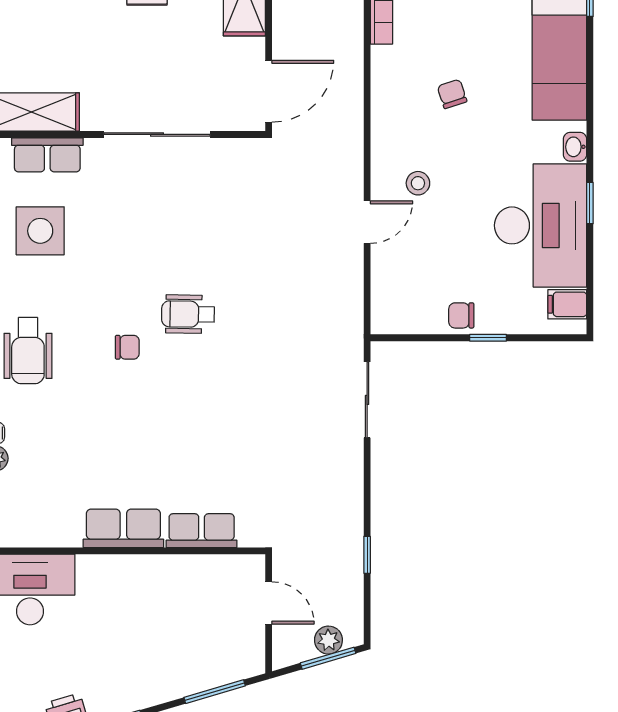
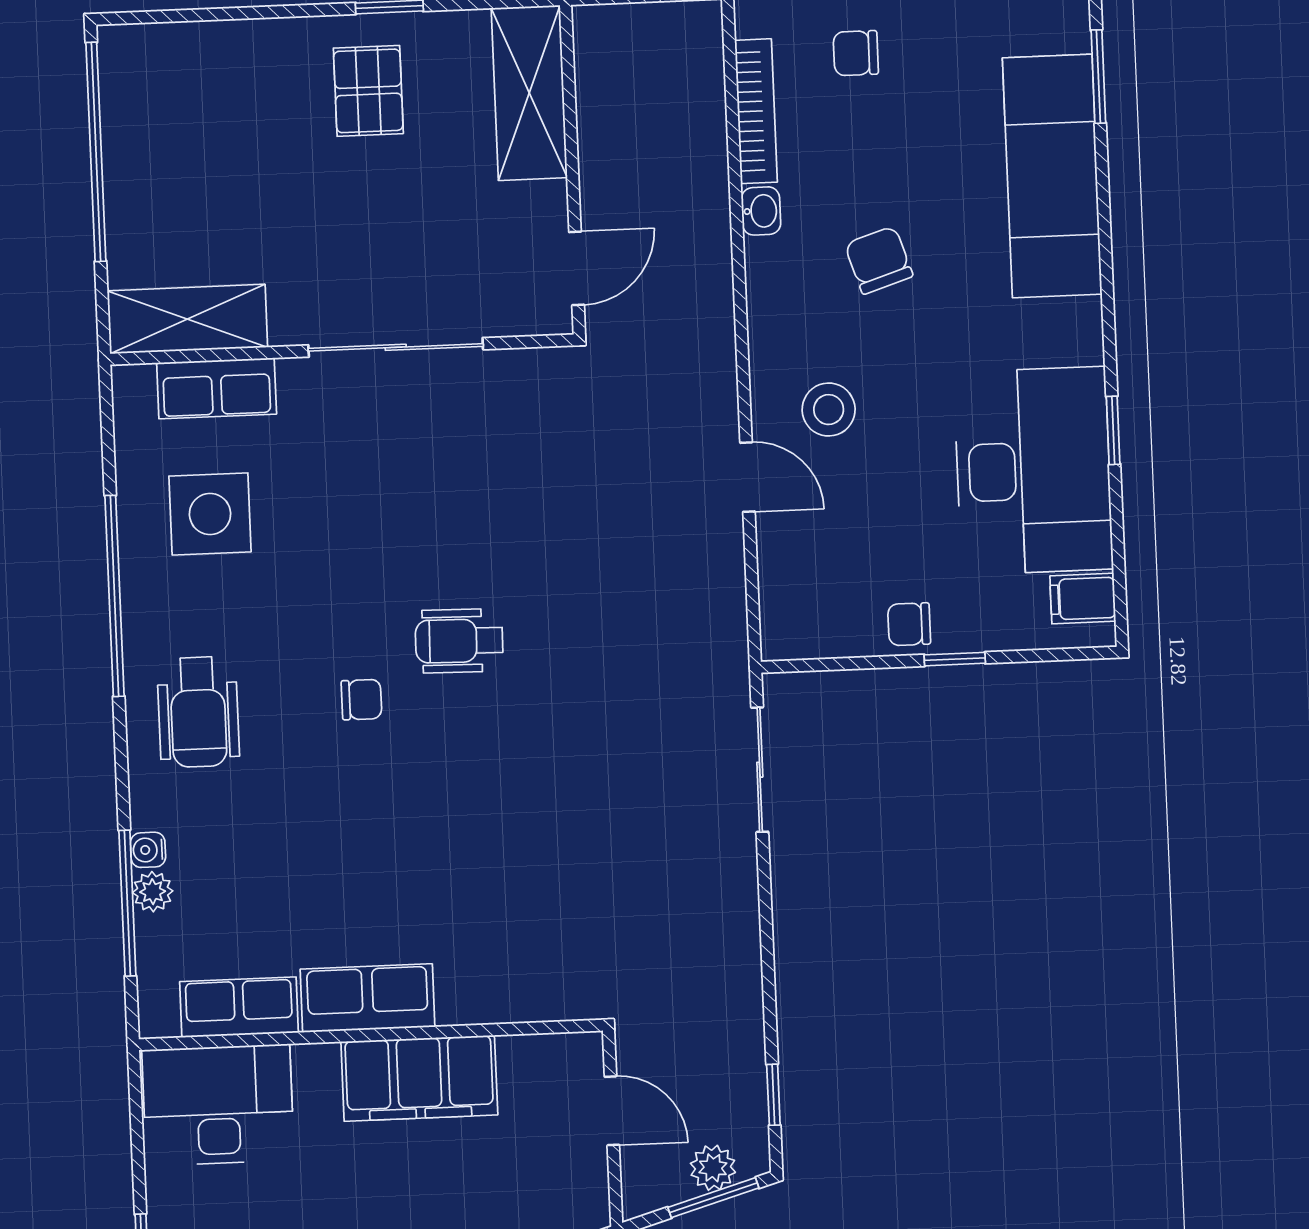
door: (269, 91) -> (577, 268), width x0.73
chair: (452, 94) -> (879, 260), width x1.37, depth x1.37
washbasin: (575, 147) -> (761, 211), moved, turned 180
stool: (418, 183) -> (829, 410), width x1.37, depth x1.37
door: (367, 222) -> (748, 477), hinge flipped
row of seats: (202, 531) -> (239, 1007), moved
window: (367, 555) -> (773, 1095), moved
filing cabinet: (153, 578) -> (419, 1078), added

